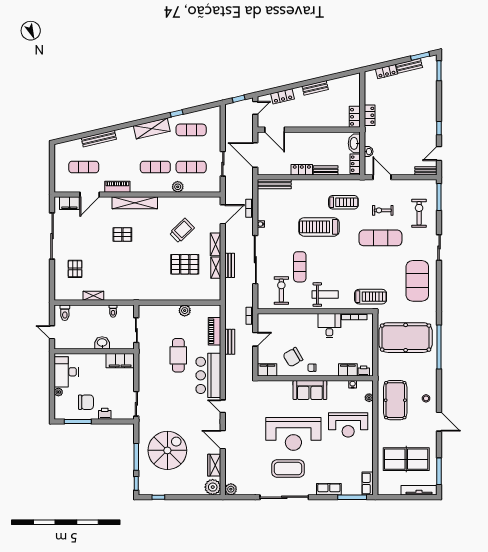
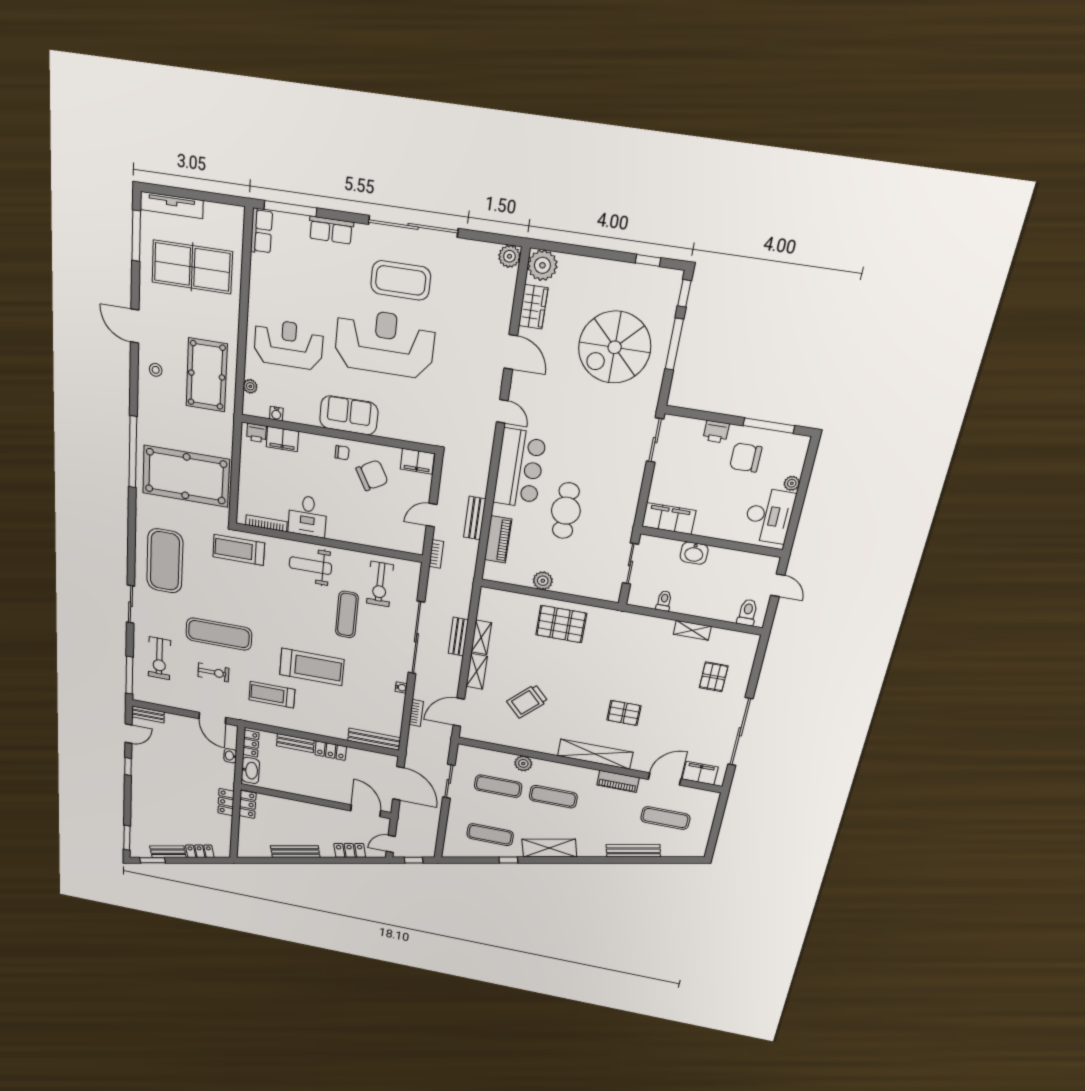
bench: (315, 88) -> (295, 852), width x1.36
pallet: (185, 264) -> (561, 624), moved

